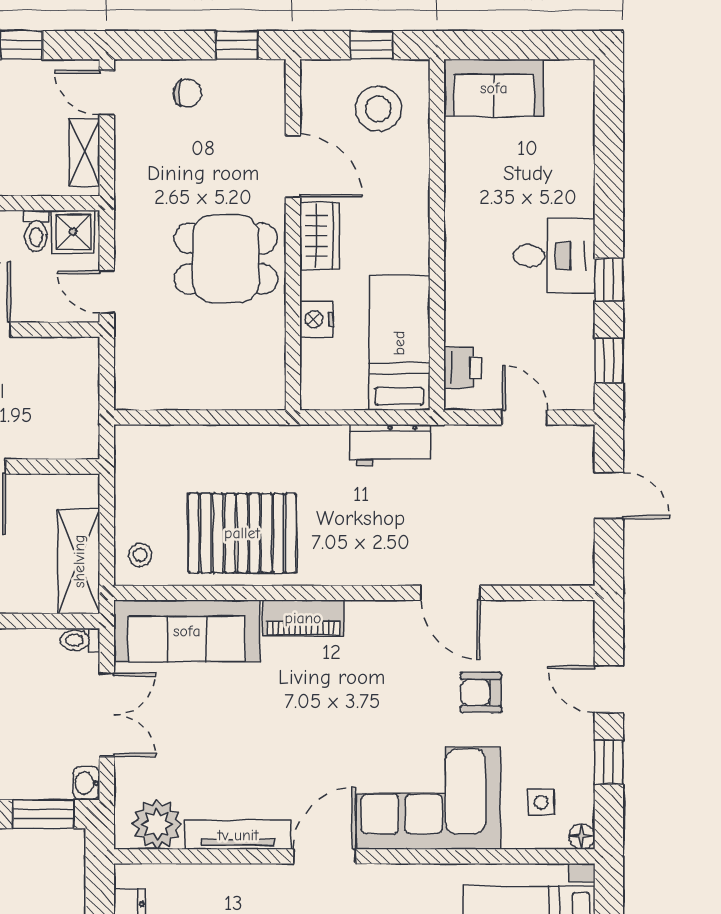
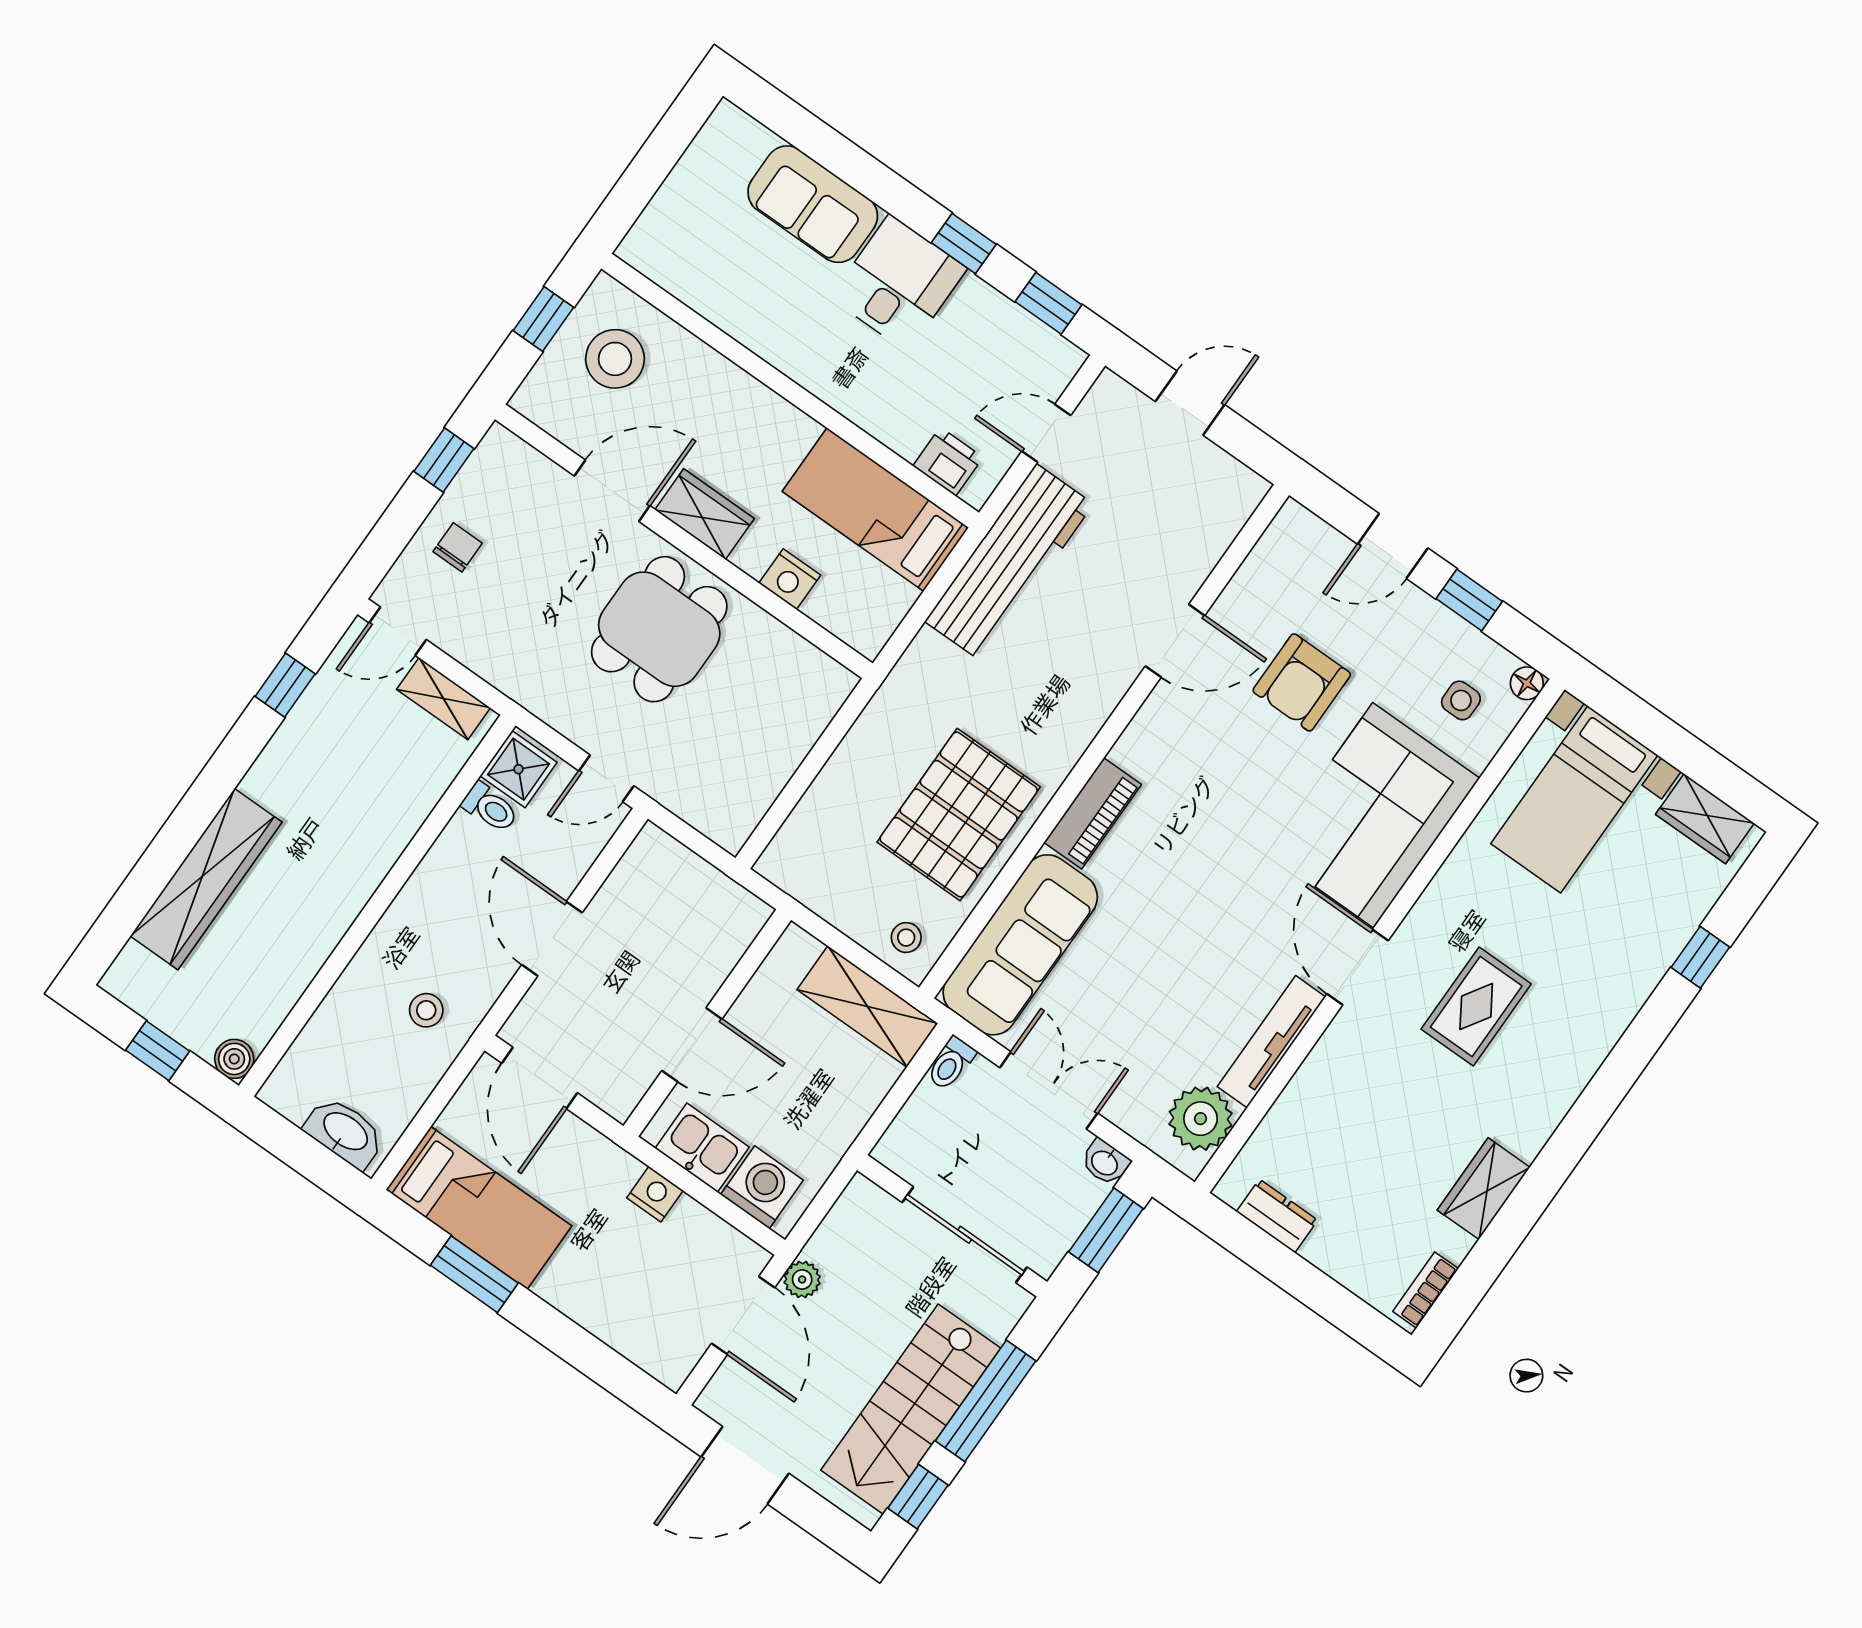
sofa: (494, 88) -> (813, 204), moved, turned 90
workbench: (390, 445) -> (1009, 563), width x1.88, depth x1.32
armchair: (481, 693) -> (1302, 682), width x1.38, depth x1.38

